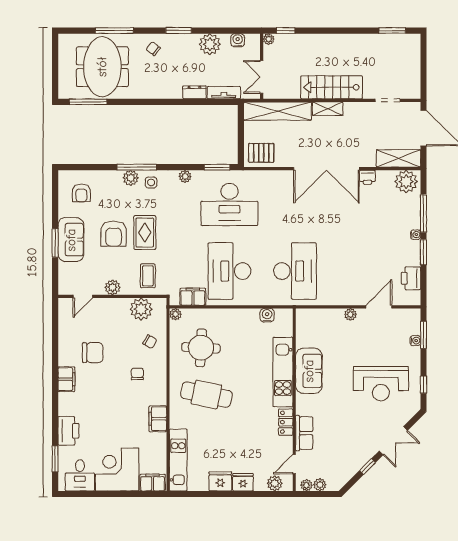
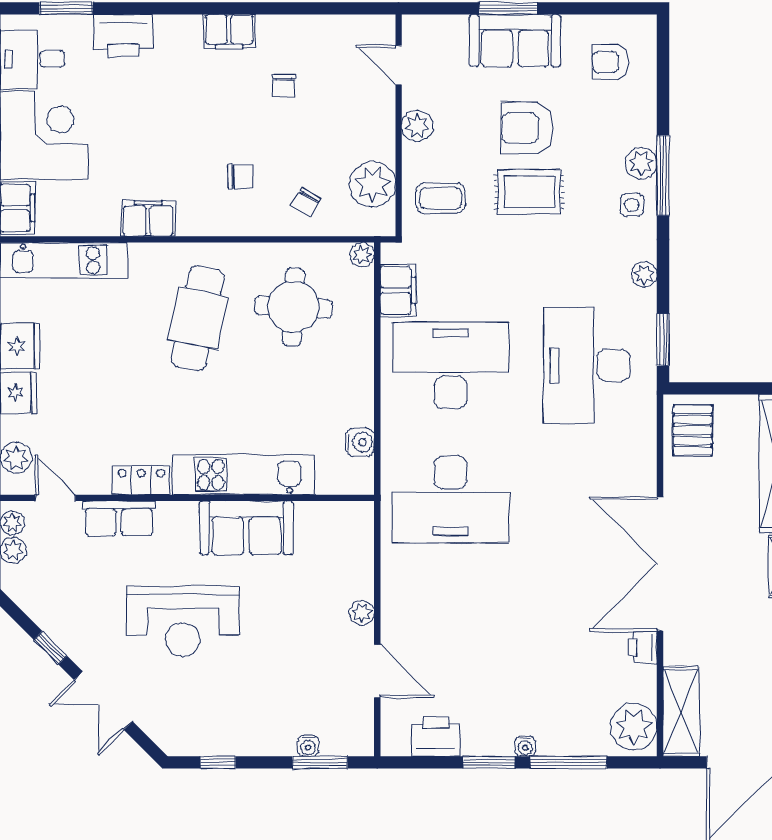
chair: (93, 353) -> (284, 85), width x0.54, depth x0.54
reception desk: (381, 384) -> (183, 621), moved, turned -90

